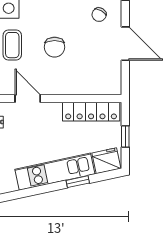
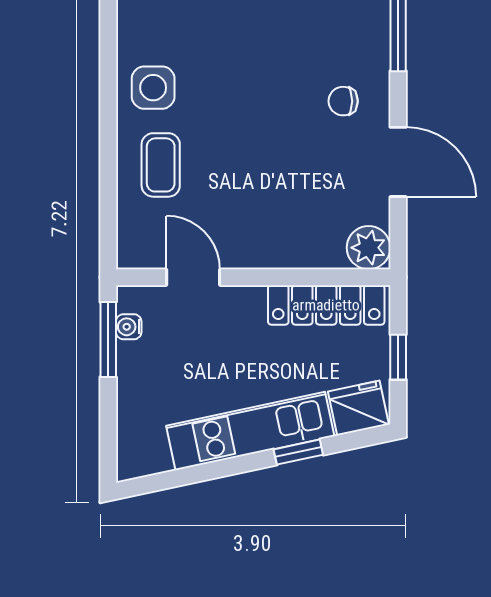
chair: (99, 15) -> (343, 101), turned 60
chair: (55, 47) -> (250, 169), removed
plant: (111, 84) -> (369, 248), added

